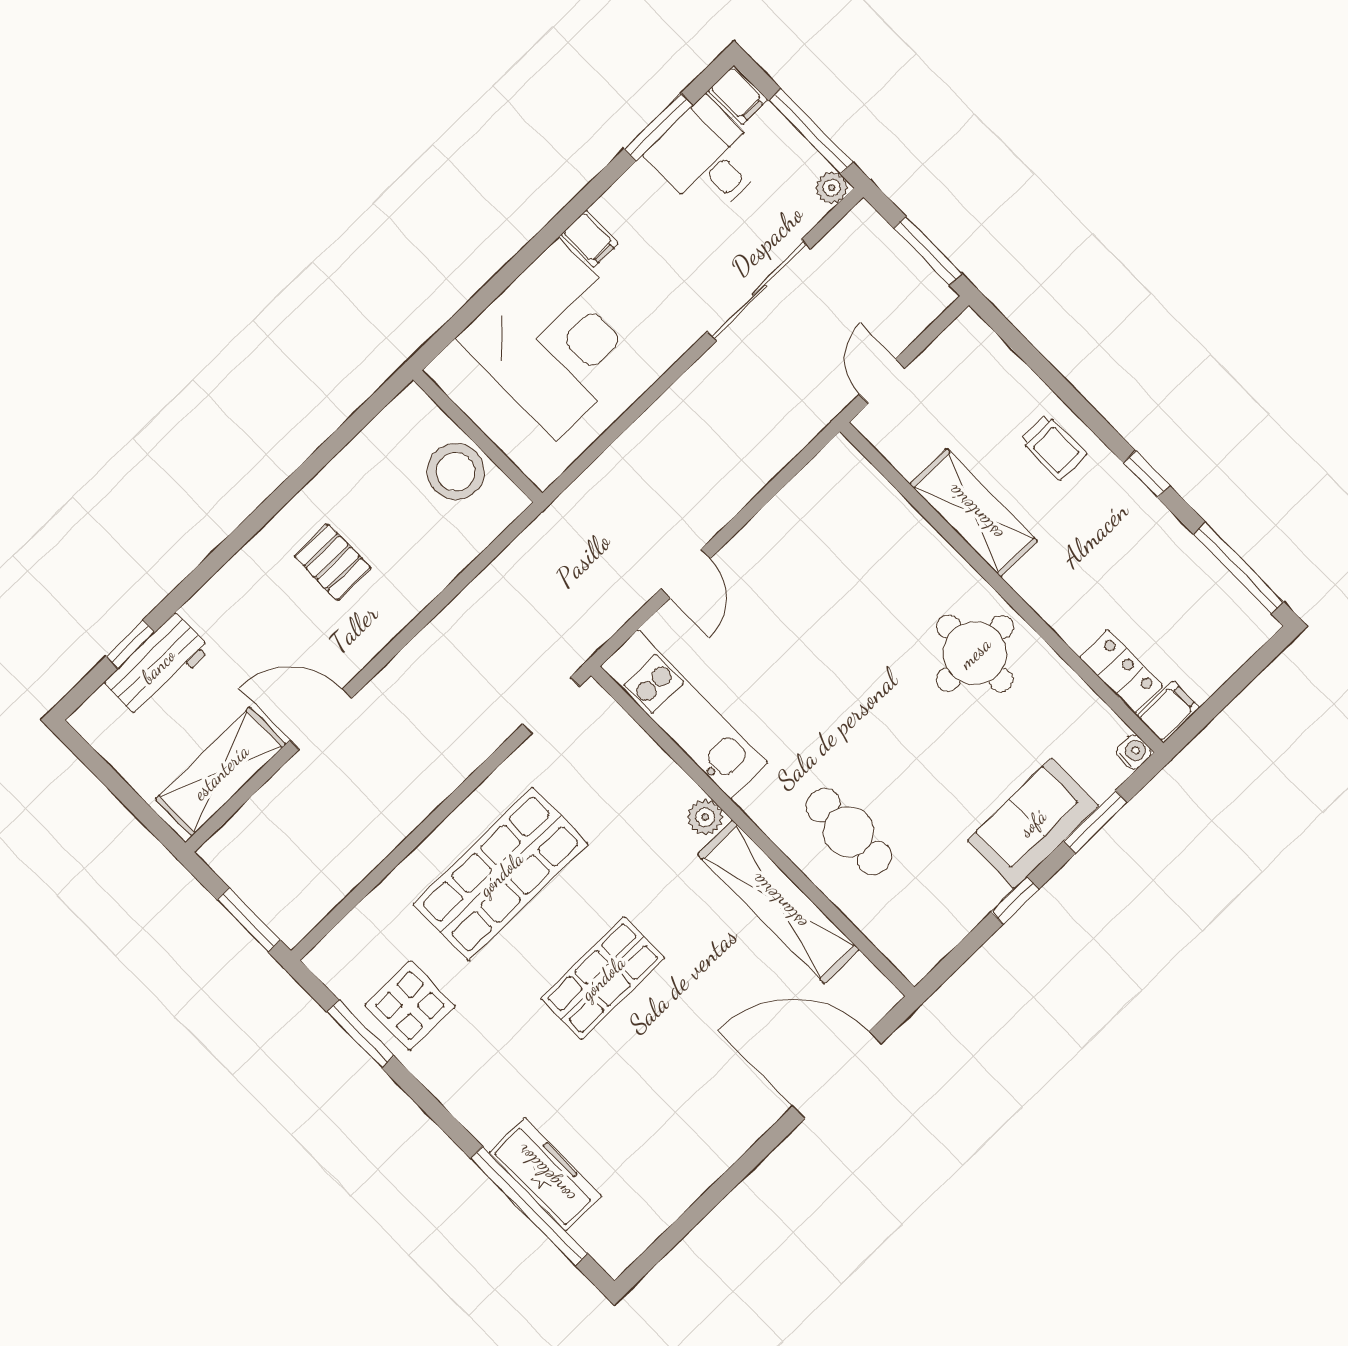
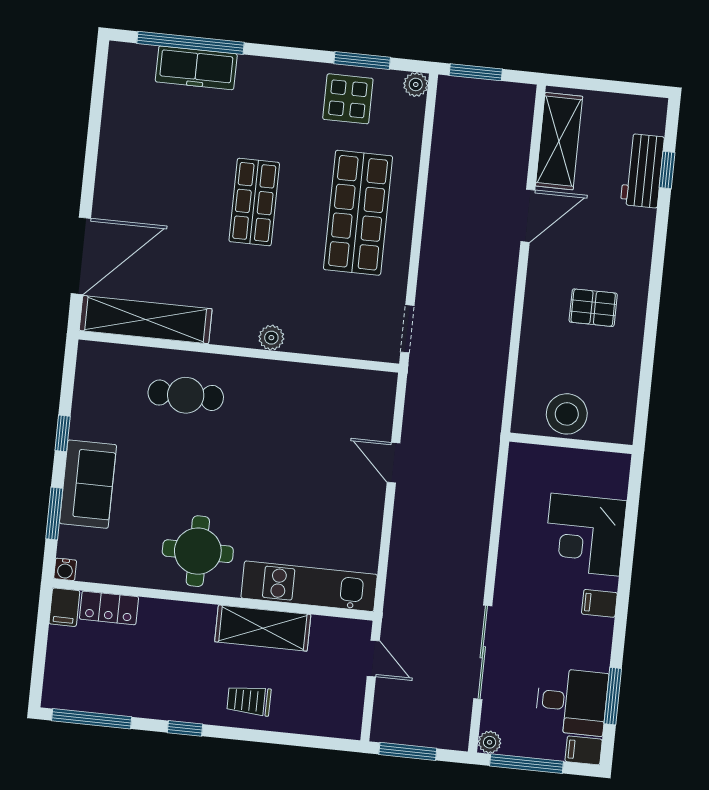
corner desk: (557, 339) -> (585, 535), width x0.74, depth x0.74
kitchen unit: (684, 715) -> (309, 586), moved, turned 180
shelving: (778, 902) -> (146, 320), moved
plant: (324, 960) -> (416, 84), added

